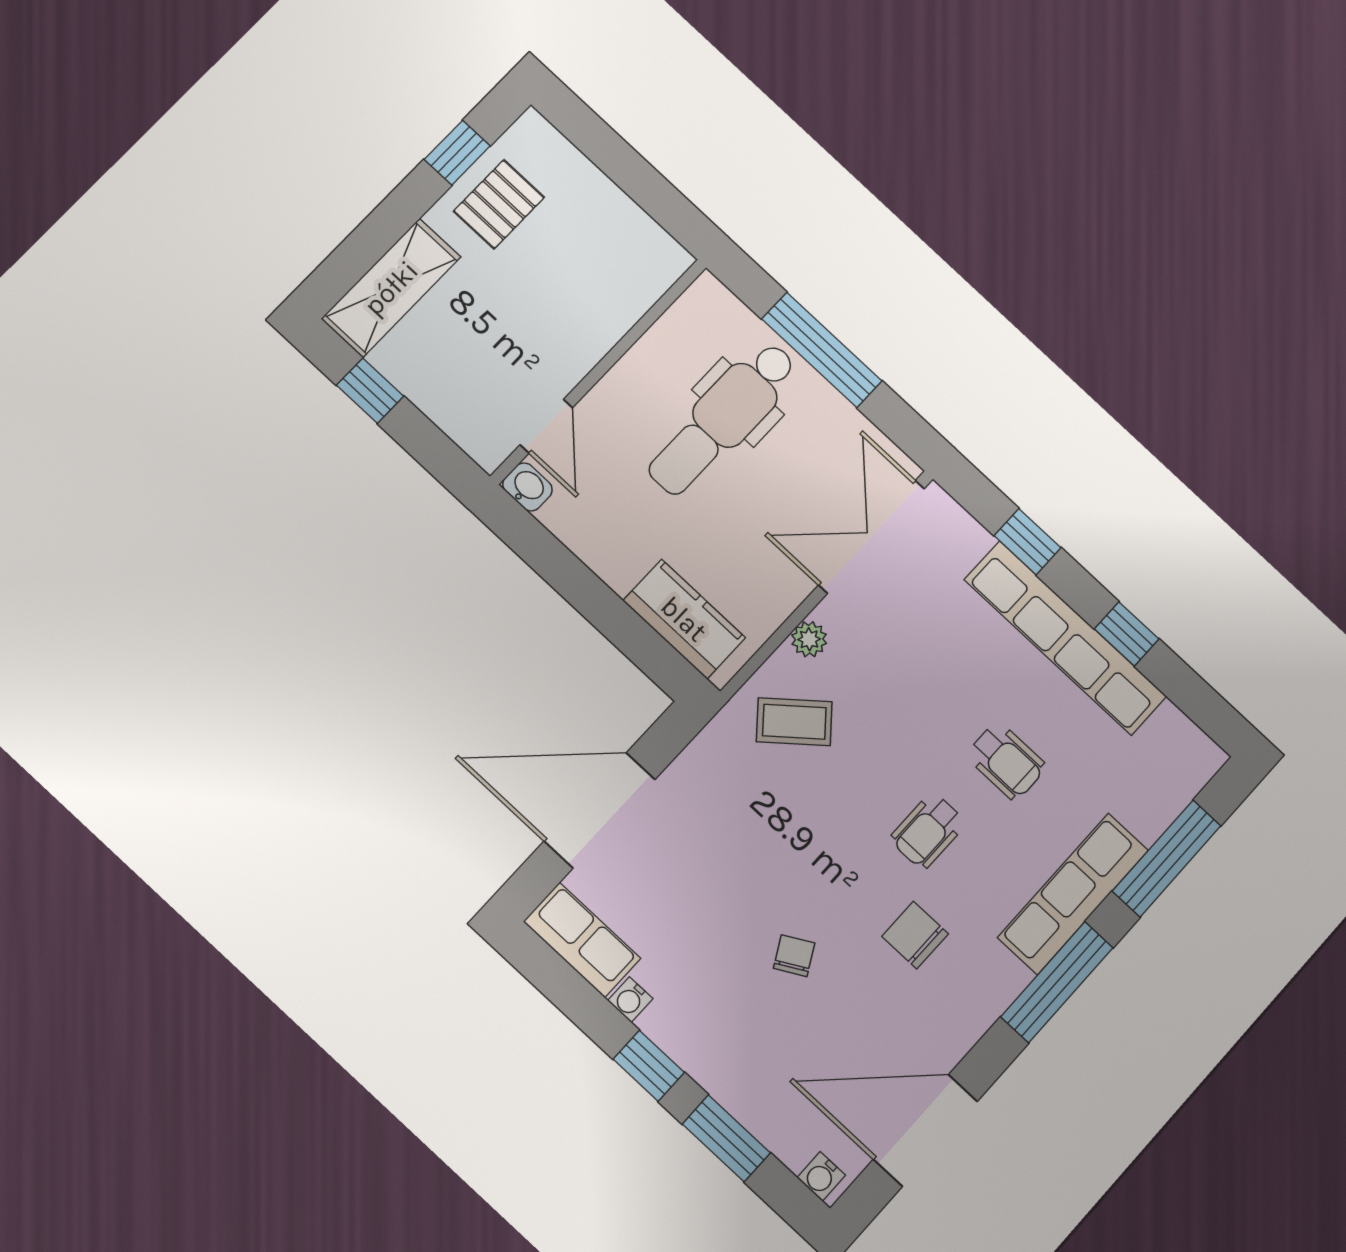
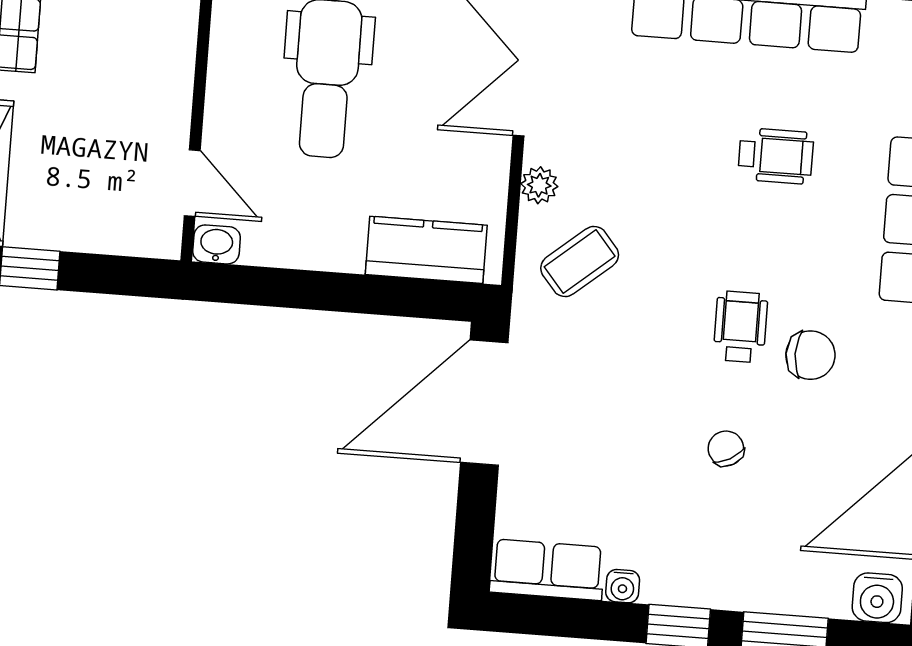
door: (600, 810) -> (484, 403), moved
wheelchair: (928, 831) -> (740, 327), moved, turned 180
chair: (915, 935) -> (810, 355), turned 180
water cooler: (821, 1176) -> (877, 598), width x1.38, depth x1.38

